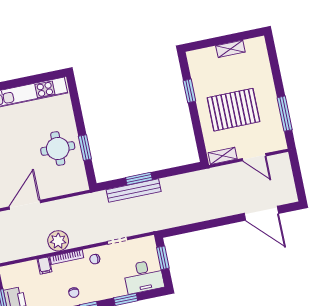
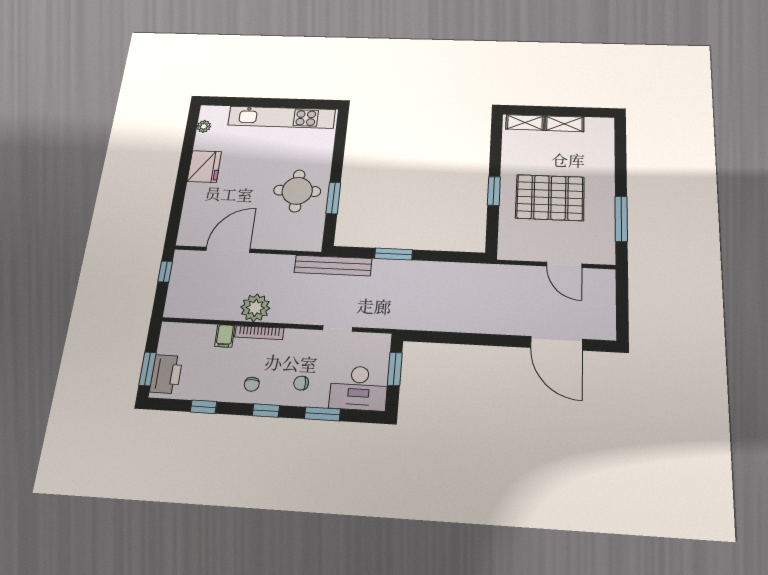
window: (189, 91) -> (494, 191), moved
shelving: (223, 156) -> (525, 122), moved
bench: (134, 191) -> (333, 266), moved
chair: (95, 259) -> (301, 383), moved

